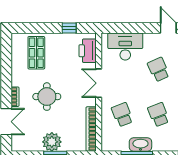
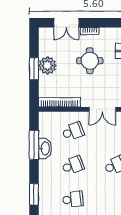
double door: (99, 83) -> (102, 109), swing flipped

